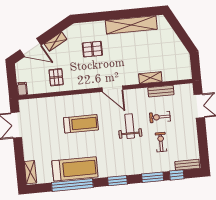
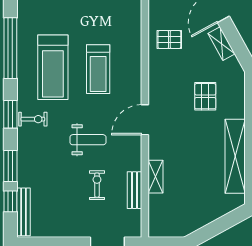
exercise bike: (161, 142) -> (33, 119), moved
bench: (187, 165) -> (24, 212), width x1.36
treadmill: (75, 169) -> (53, 67), moved

